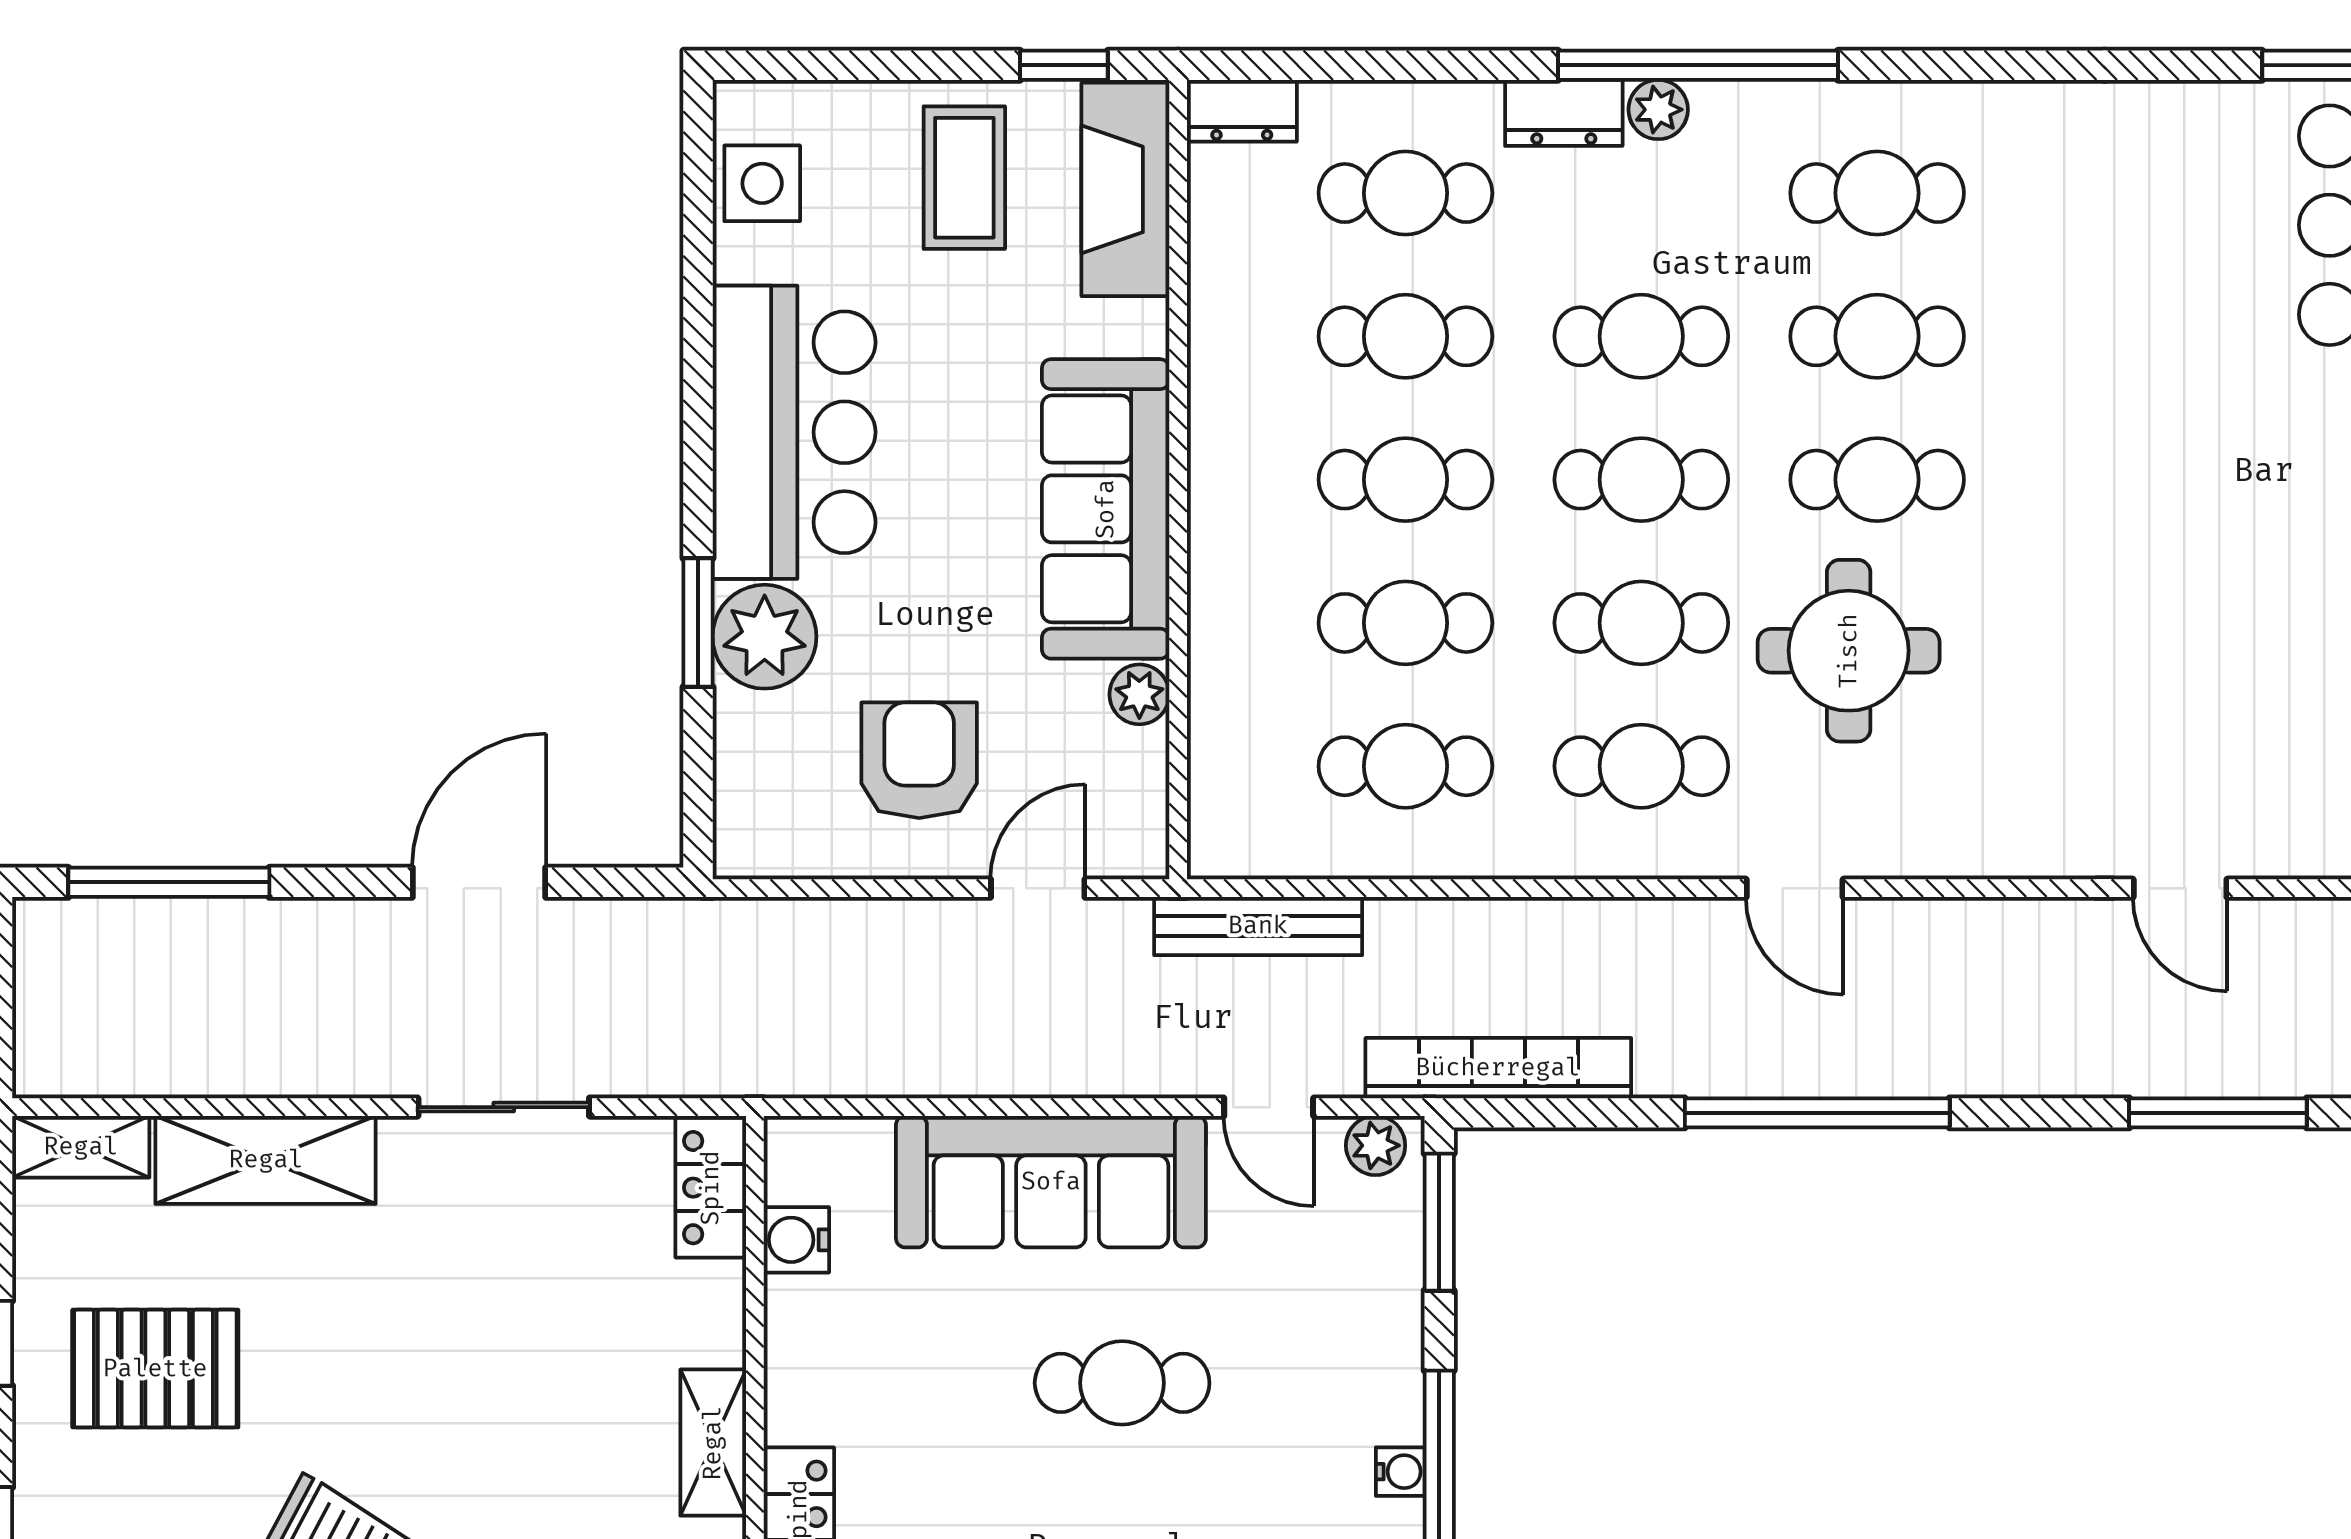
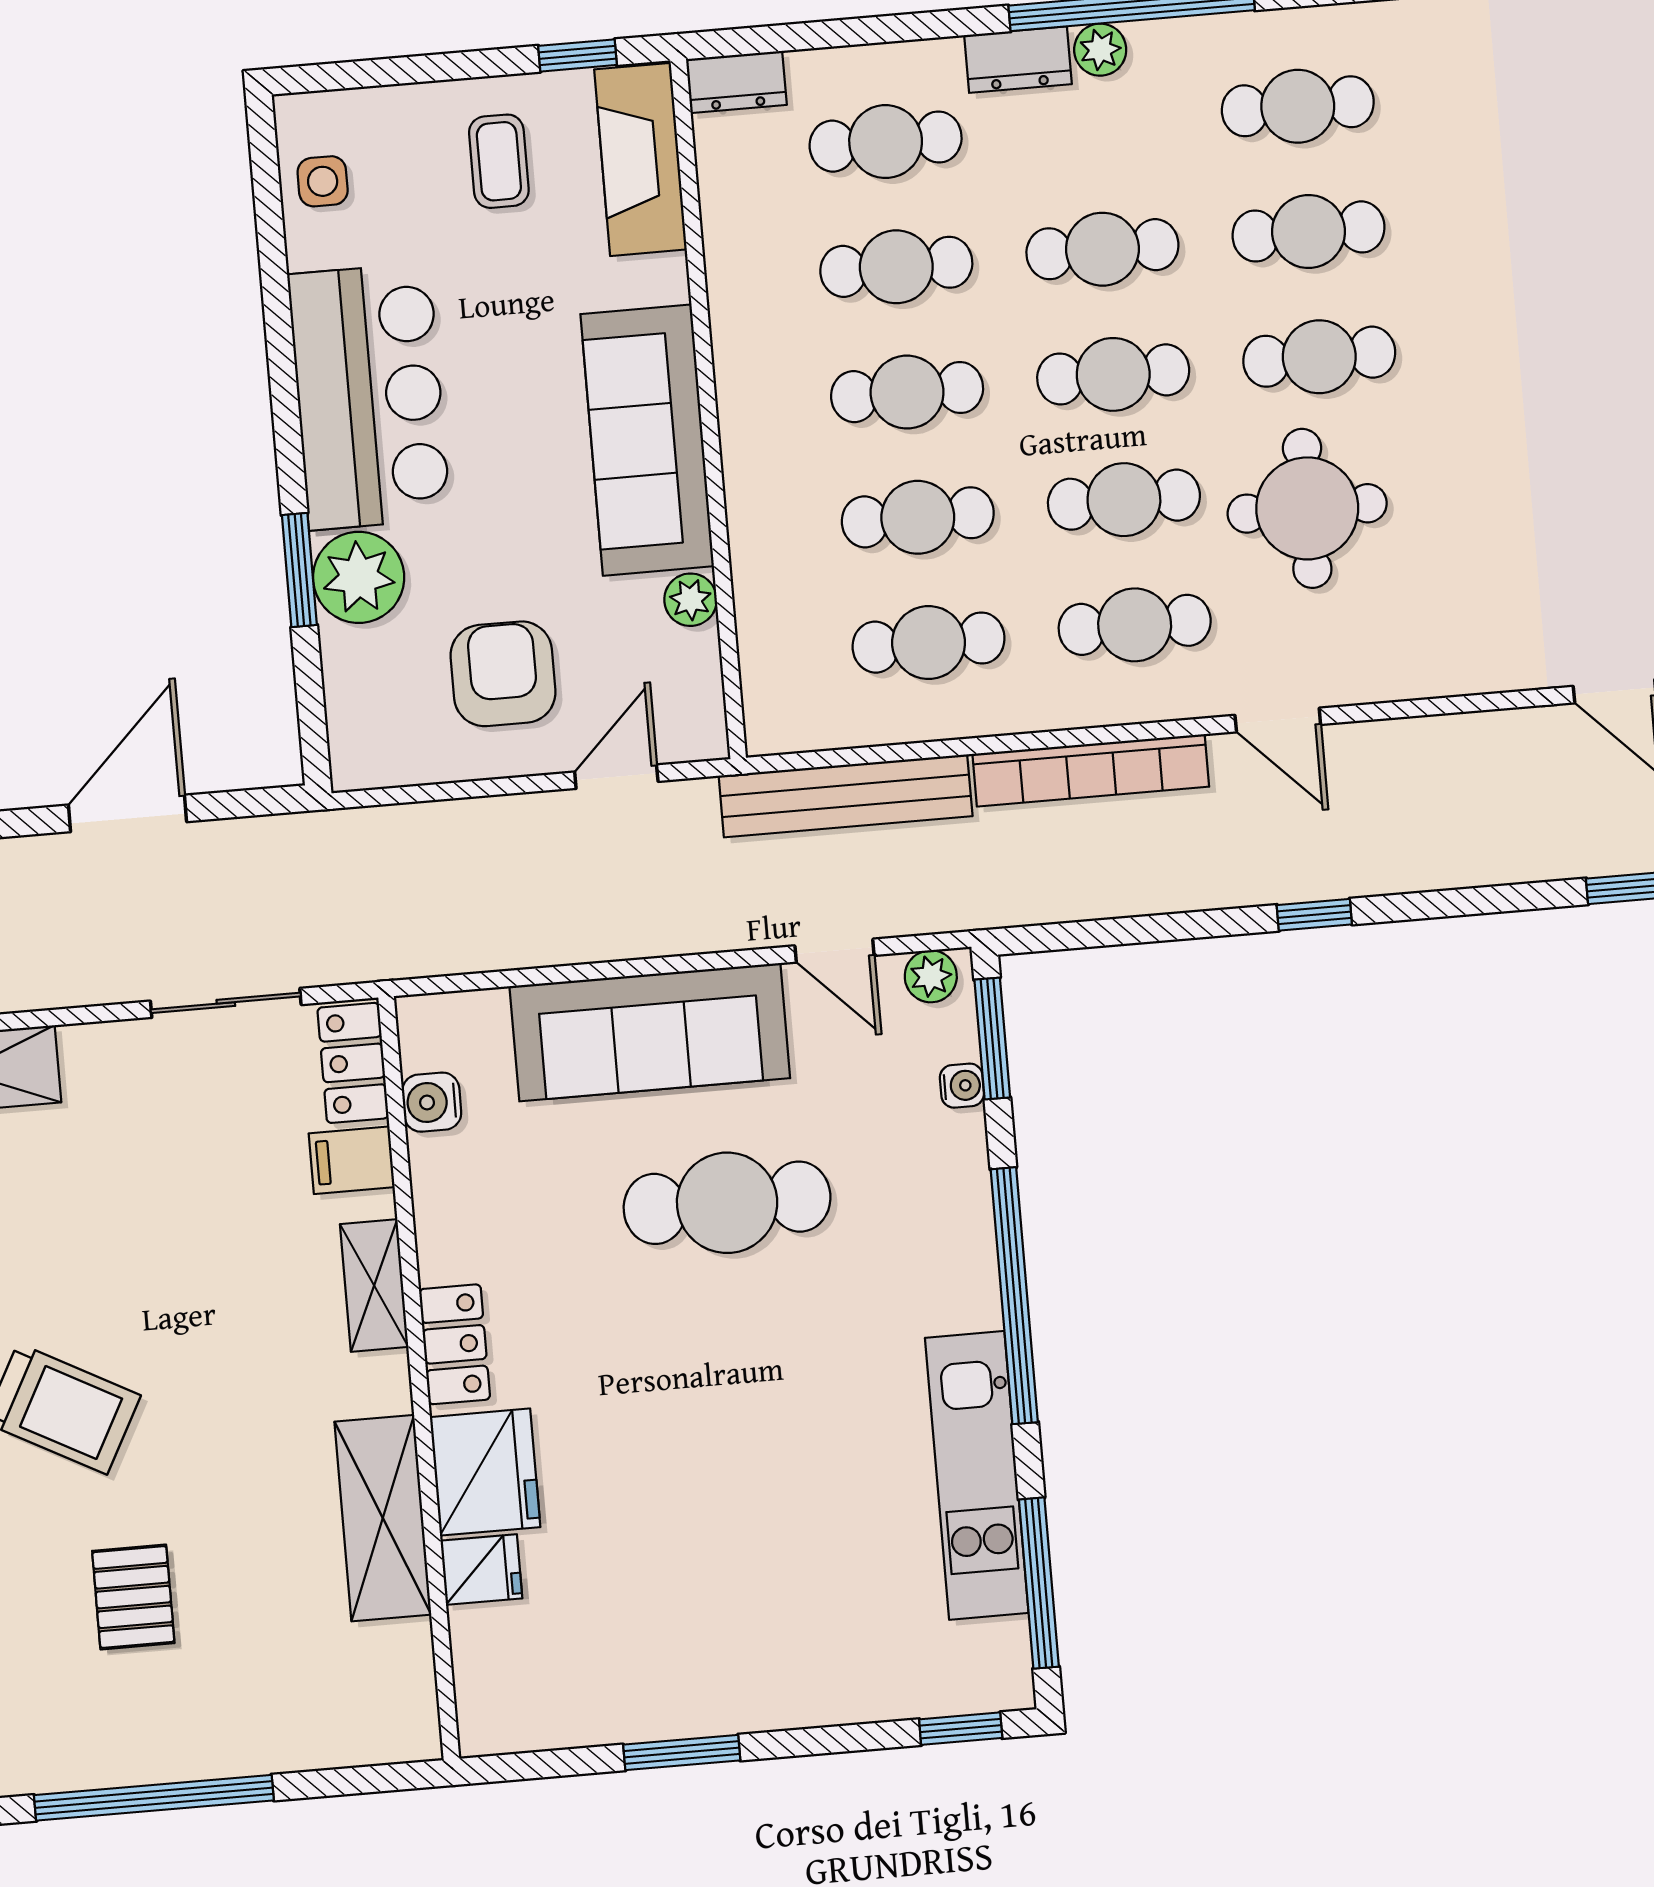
coffee table: (964, 178) -> (499, 161), width x0.73, depth x0.77
side table: (762, 183) -> (323, 181), width x0.73, depth x0.73
bench: (1258, 926) -> (846, 796), width x1.37, depth x1.21
bookcase: (1498, 1068) -> (1091, 770), moved, turned 180
sliding door: (504, 1107) -> (226, 1003), moved
window: (1817, 1113) -> (1314, 915), width x0.32
filing cabinet: (700, 1298) -> (352, 1160), added
cafe table: (1122, 1383) -> (727, 1203), width x1.37, depth x1.35
water cooler: (1400, 1472) -> (962, 1086), moved

